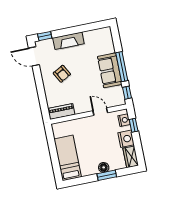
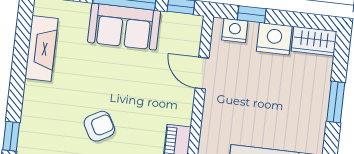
fireplace: (68, 41) -> (41, 49), moved
door: (100, 112) -> (202, 73), hinge flipped
floor lamp: (104, 167) -> (318, 103), removed

